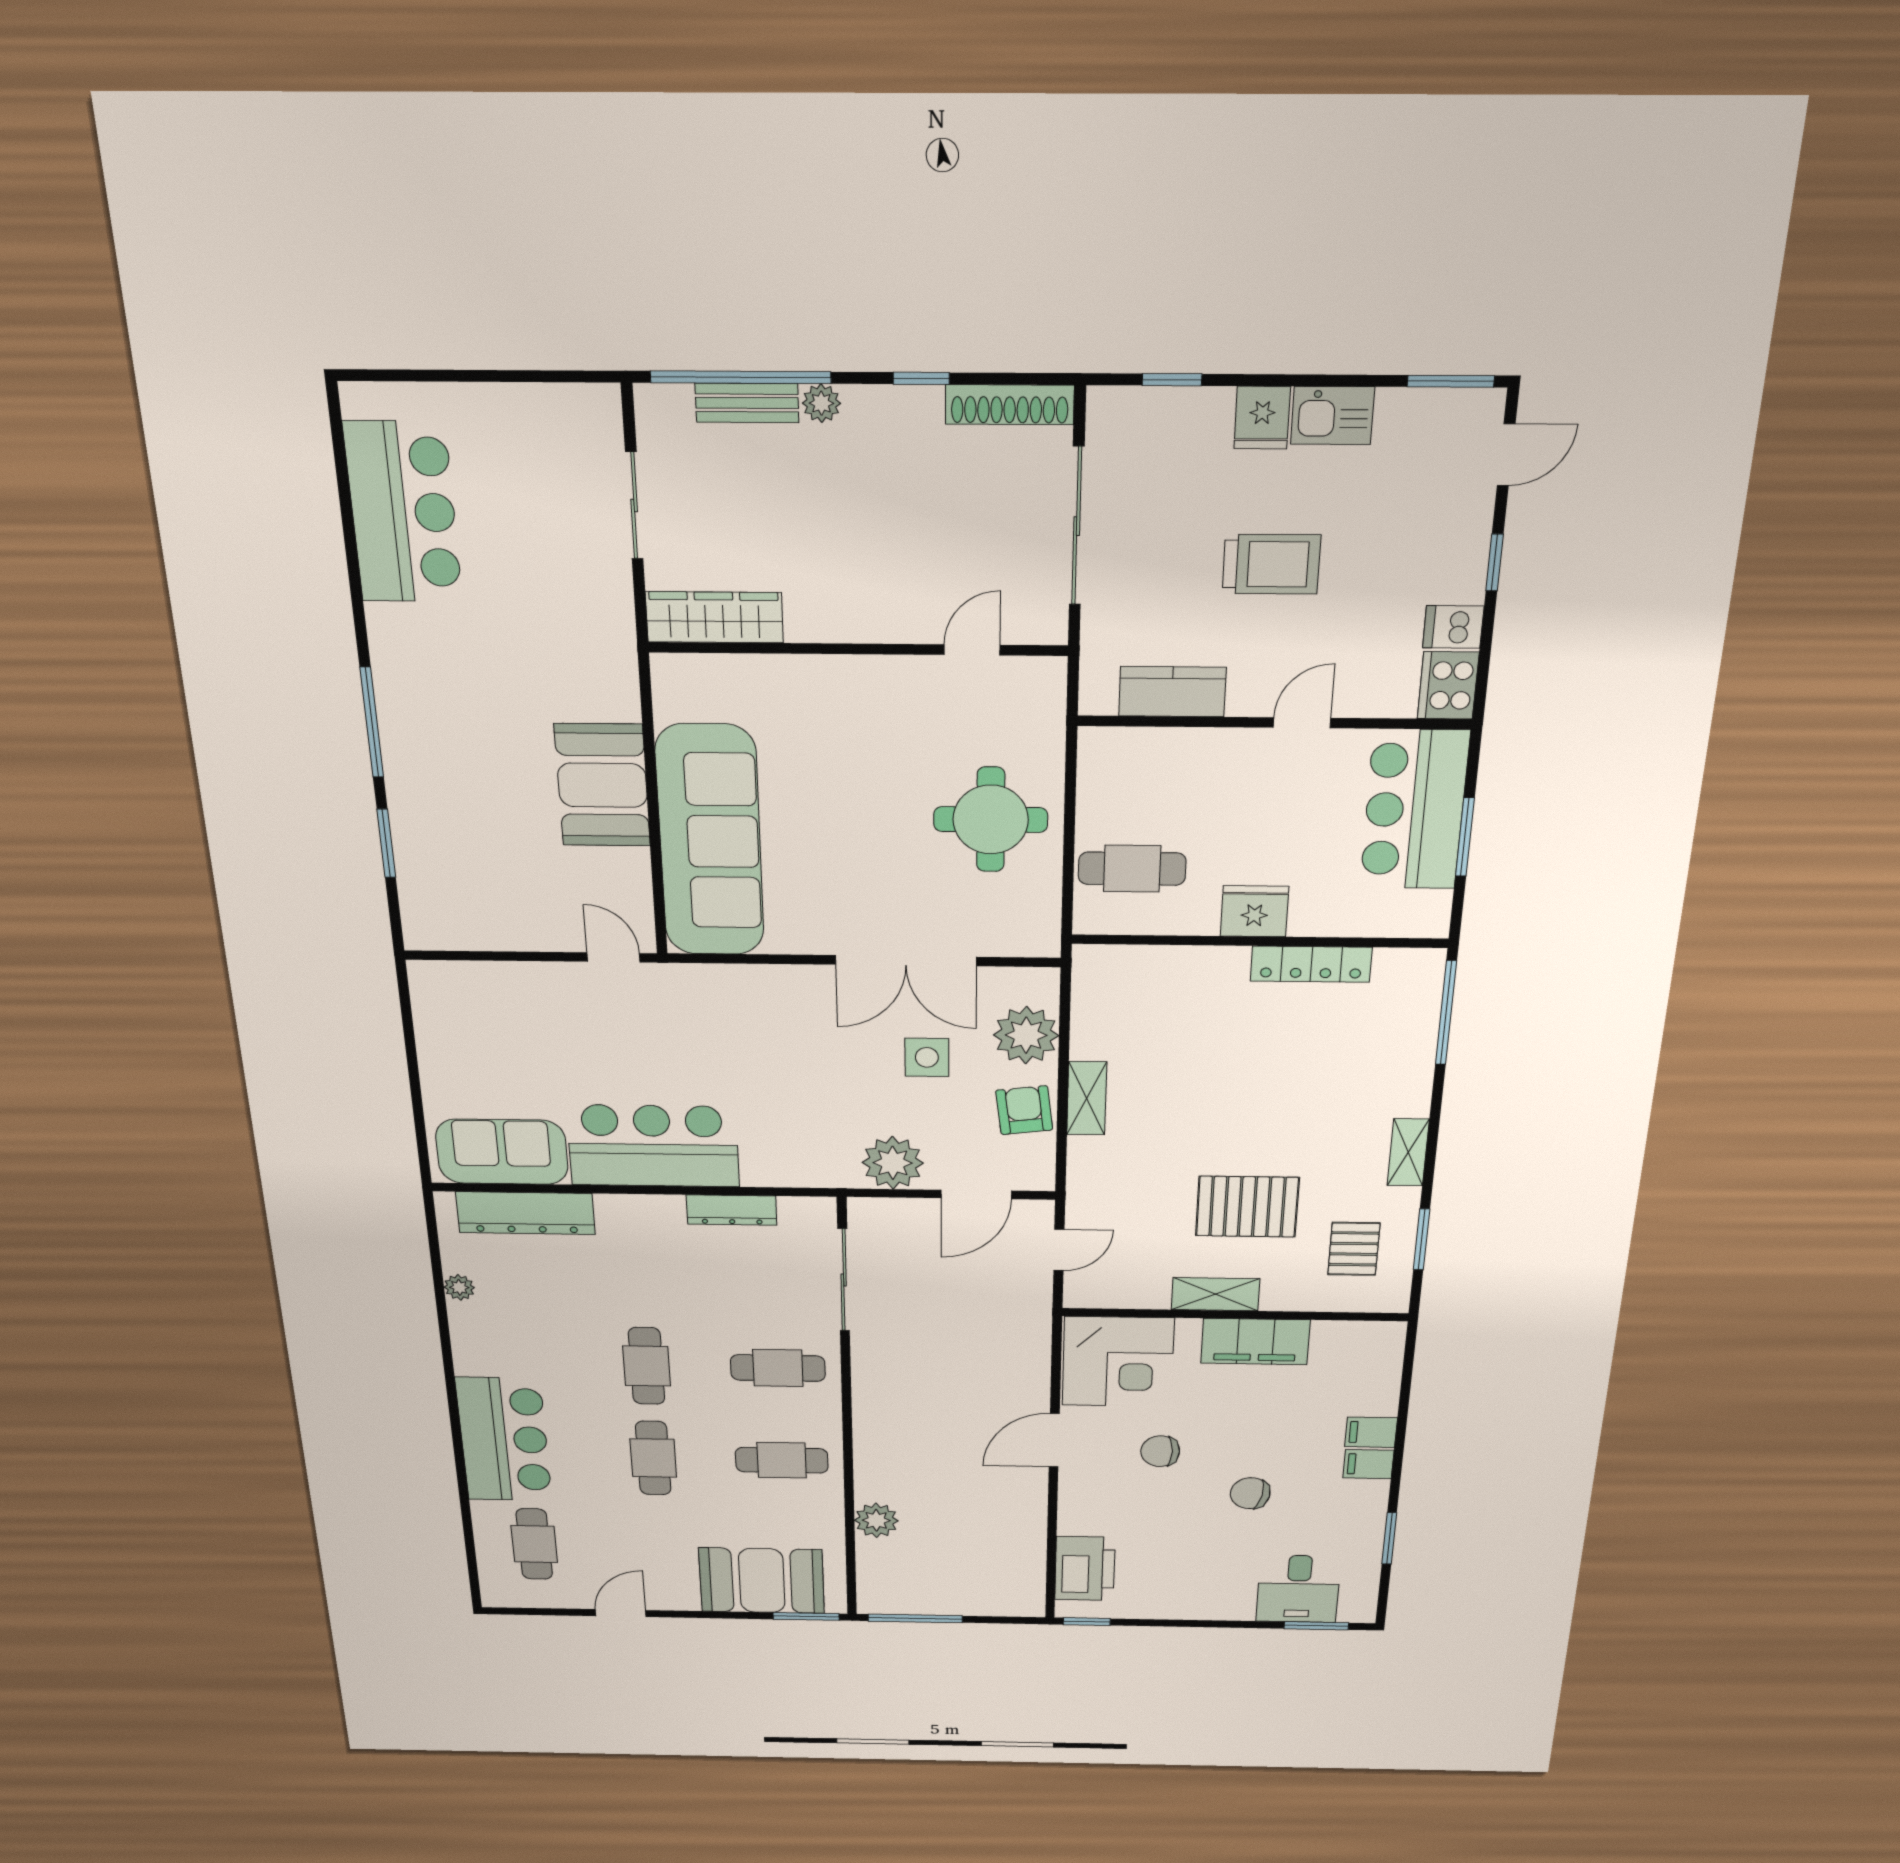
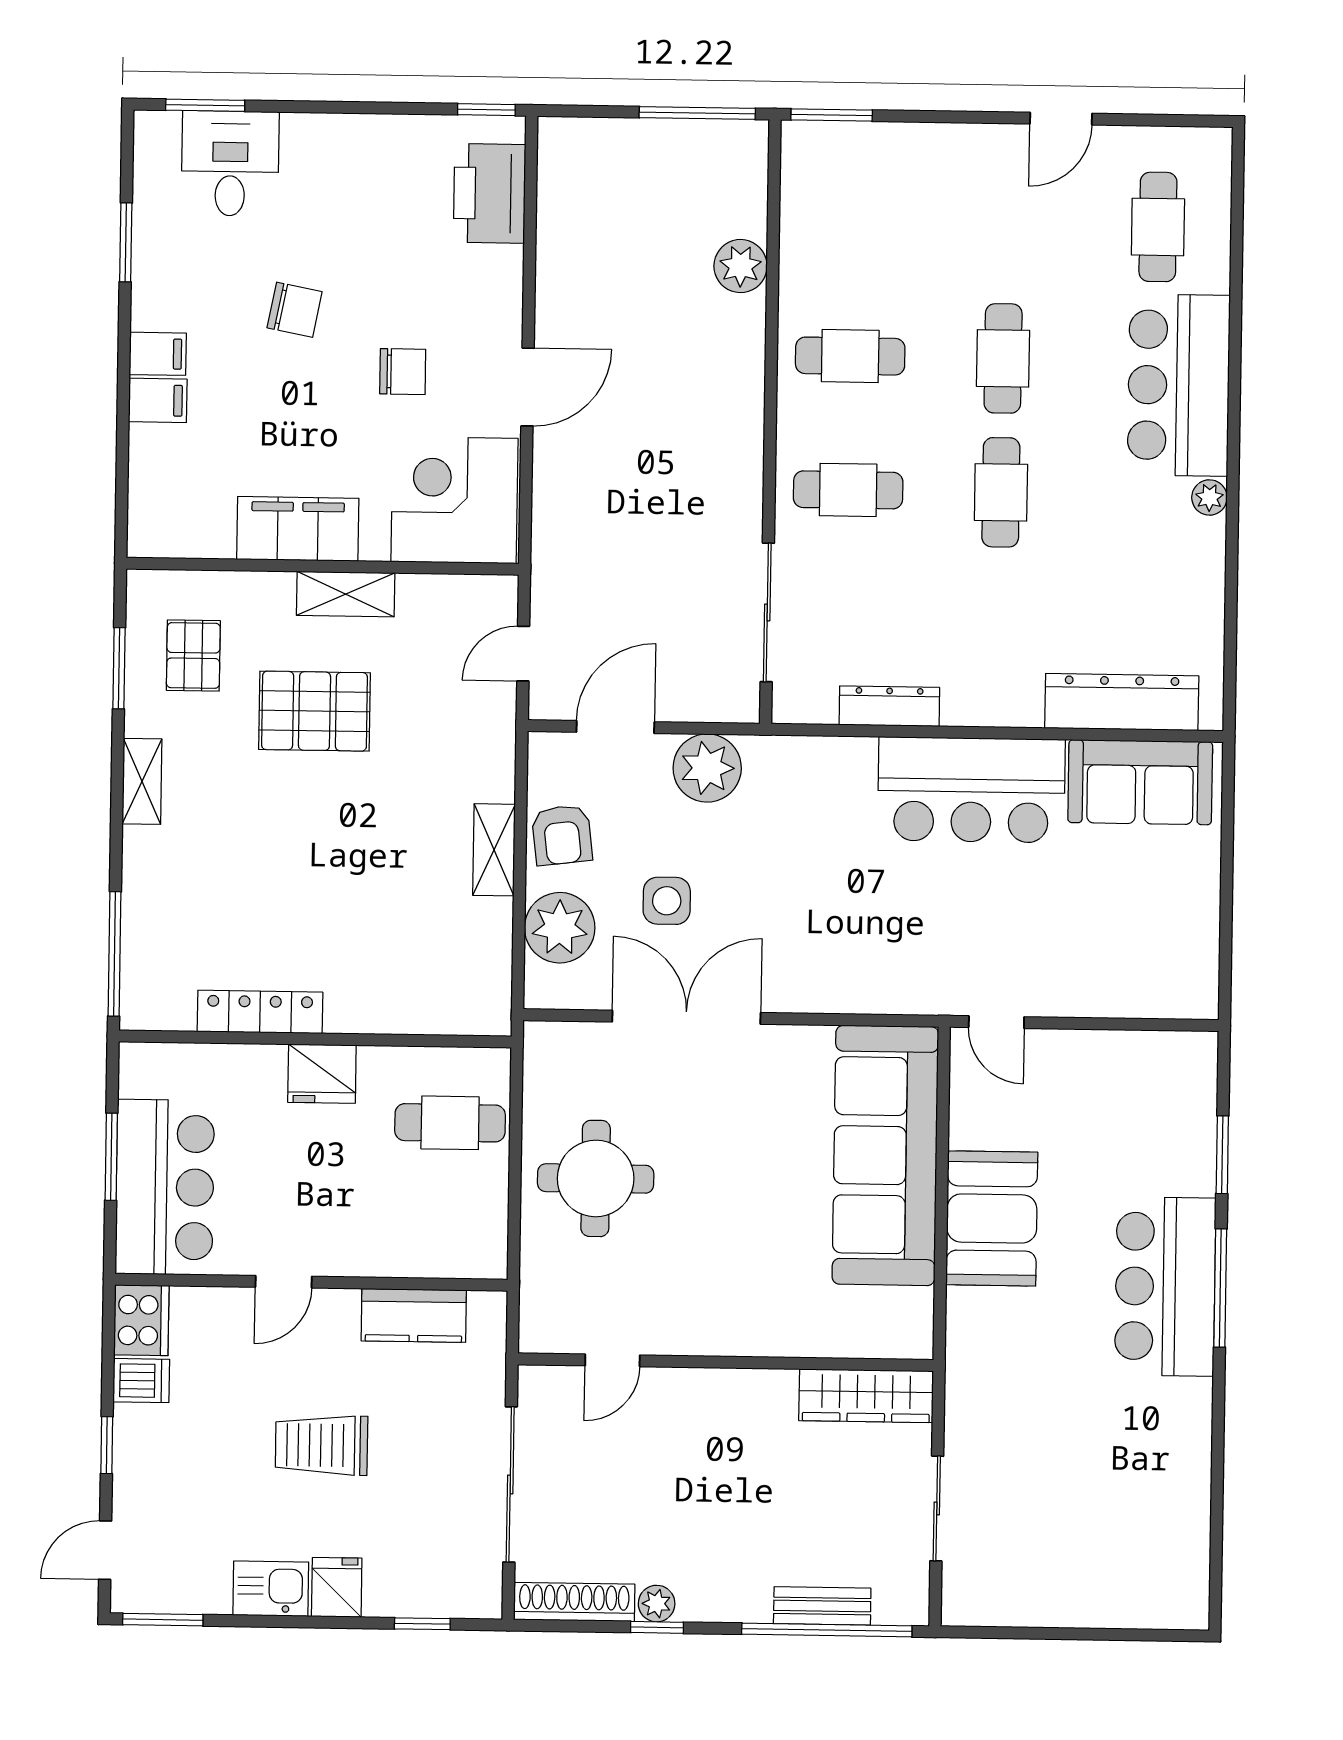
plant: (821, 403) -> (657, 1604), moved
bar counter: (403, 512) -> (1165, 1286), moved
plant: (459, 1287) -> (1209, 497), moved
booth: (762, 1581) -> (884, 172), removed

